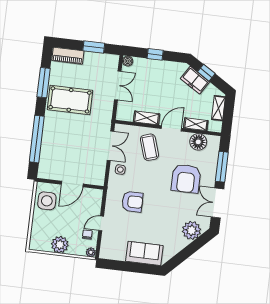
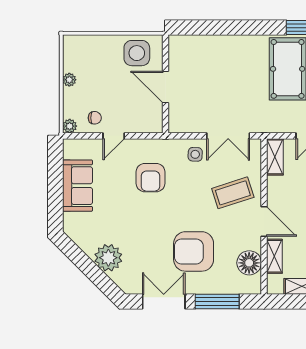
shelving: (147, 118) -> (275, 157), moved
window: (37, 139) -> (225, 28), removed
door: (101, 223) -> (114, 136), swing flipped
plant: (192, 230) -> (108, 258), moved
plant: (60, 245) -> (69, 80), width x0.53, depth x0.53
sofa: (144, 253) -> (77, 186), moved

